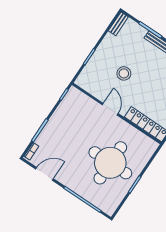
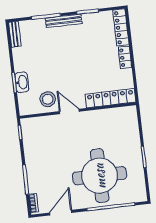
washbasin: (95, 61) -> (22, 82), added
stool: (124, 73) -> (48, 99), moved
round table: (110, 163) -> (100, 176), moved

